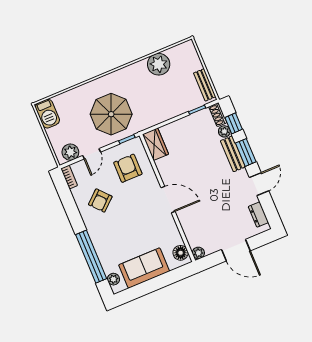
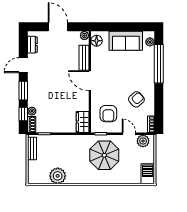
door: (92, 154) -> (129, 134), hinge flipped
bench: (233, 154) -> (84, 58), moved

